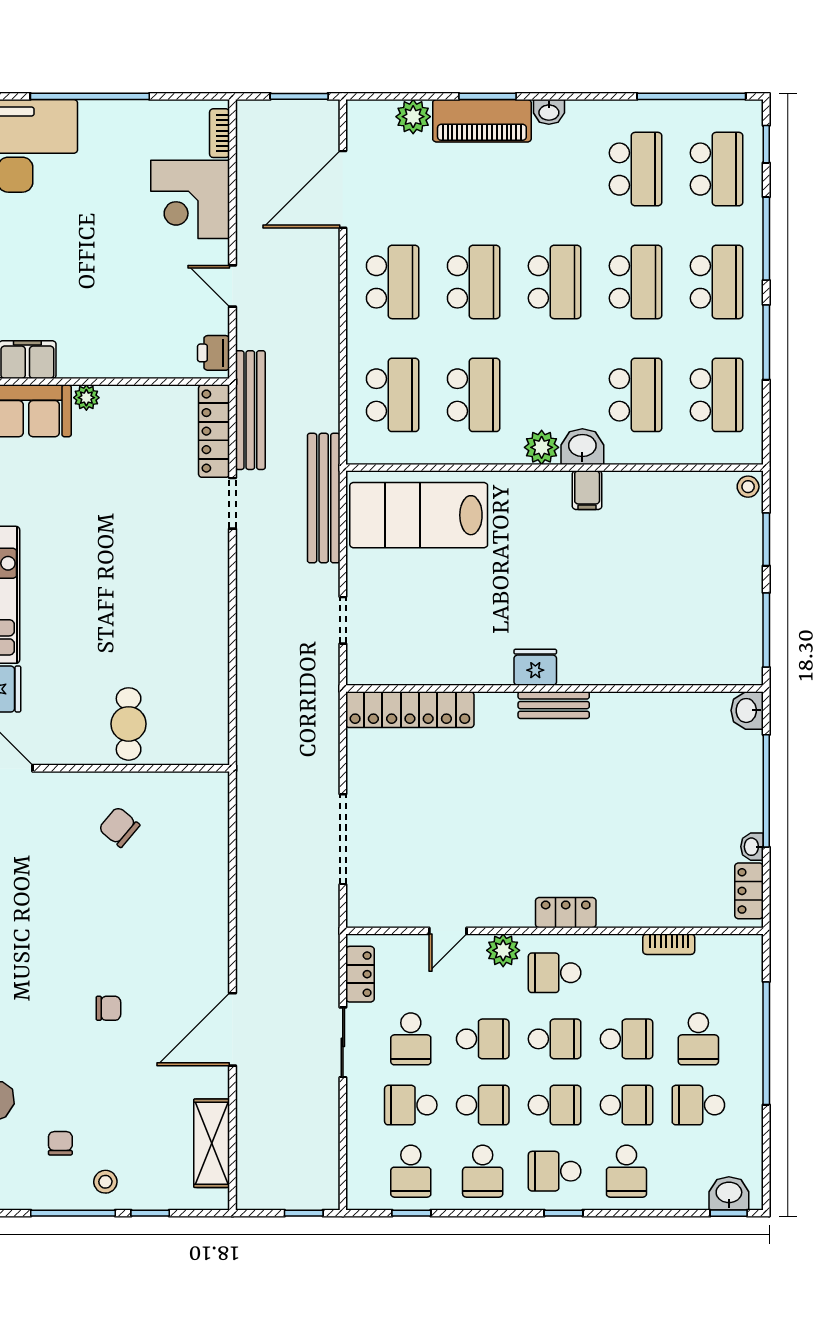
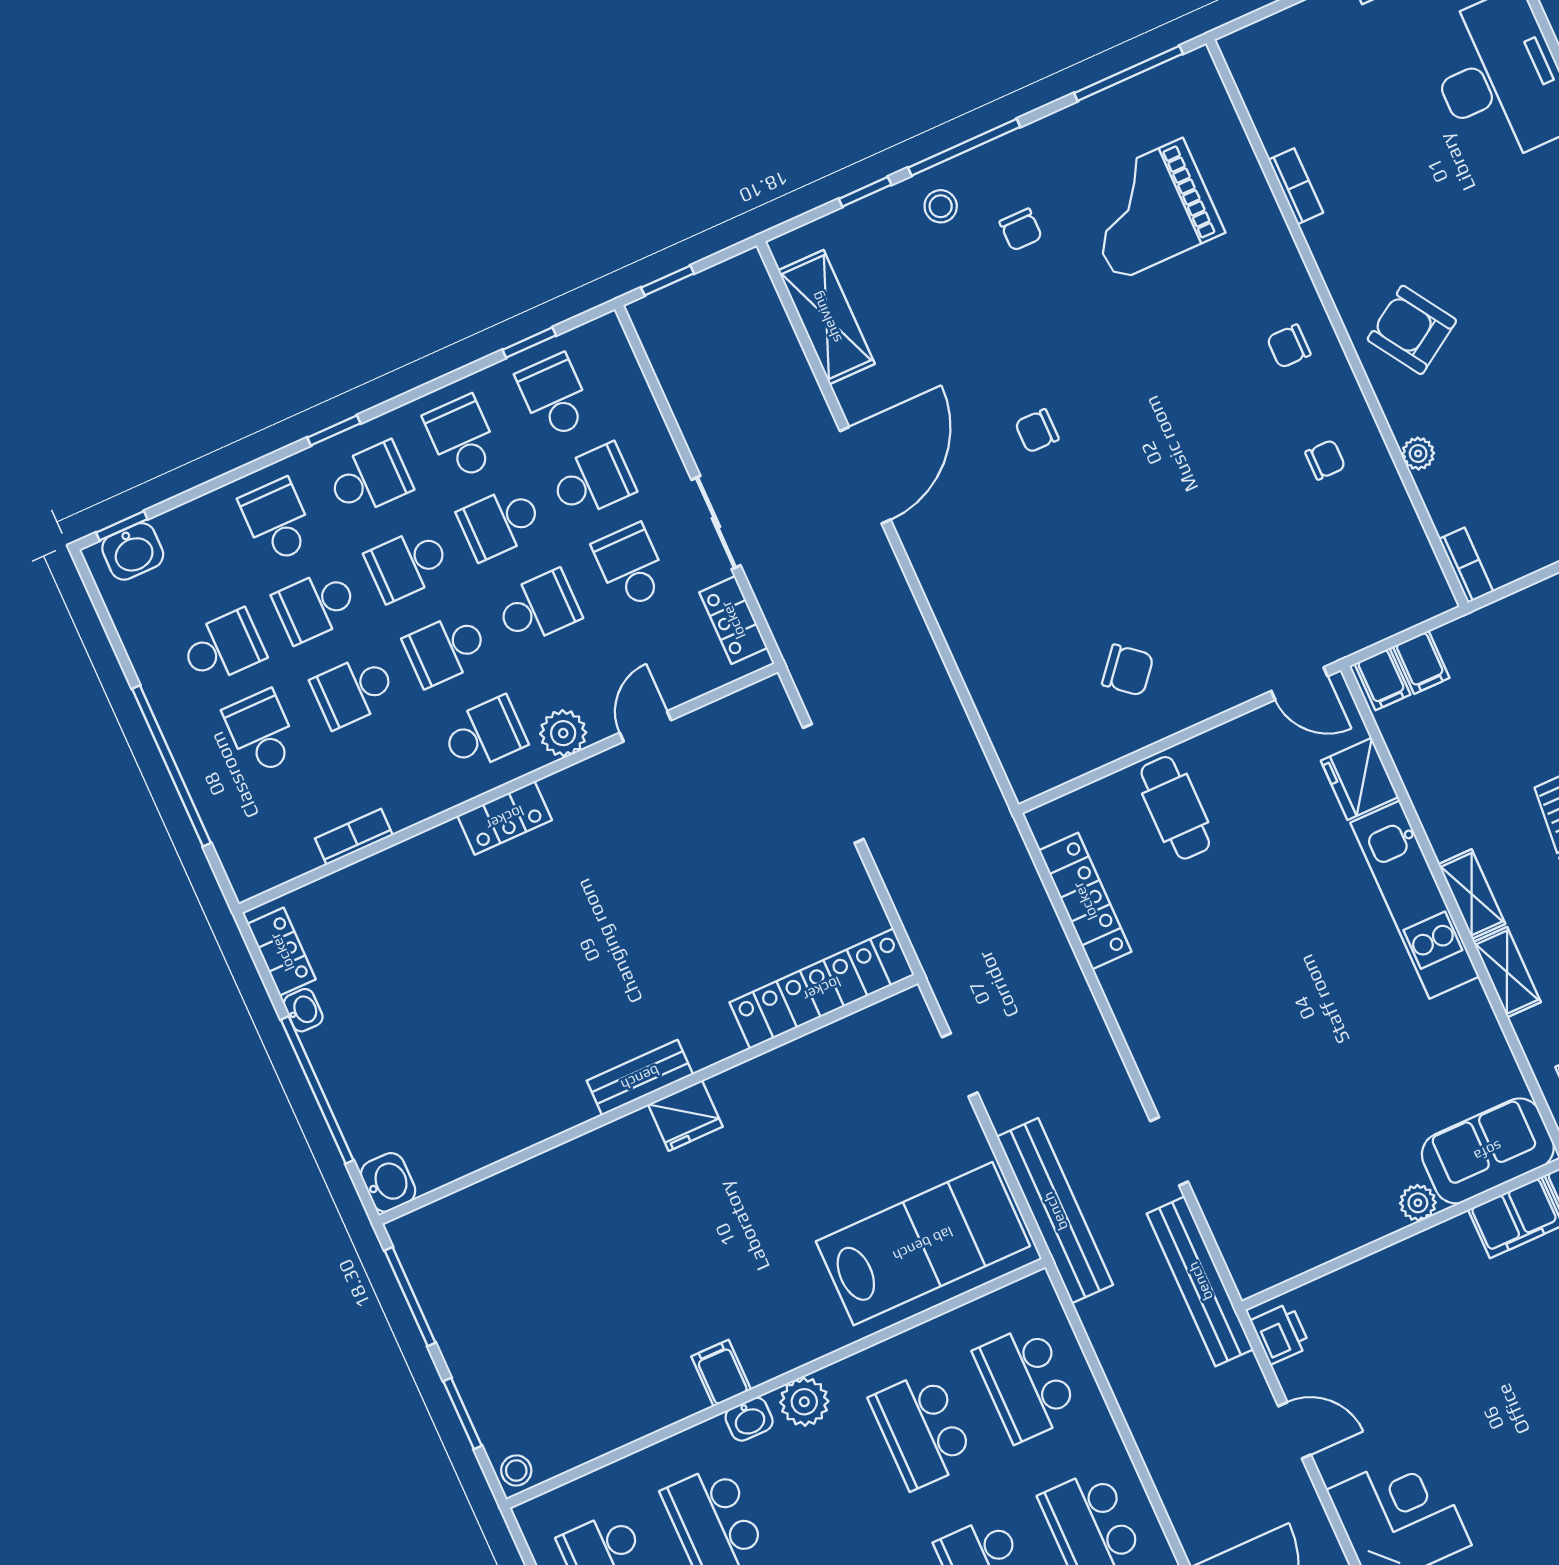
locker: (214, 431) -> (1085, 901), moved
washbasin: (582, 447) -> (749, 1419), width x0.72, depth x0.69
school desk: (483, 1039) -> (538, 608), turned 180

